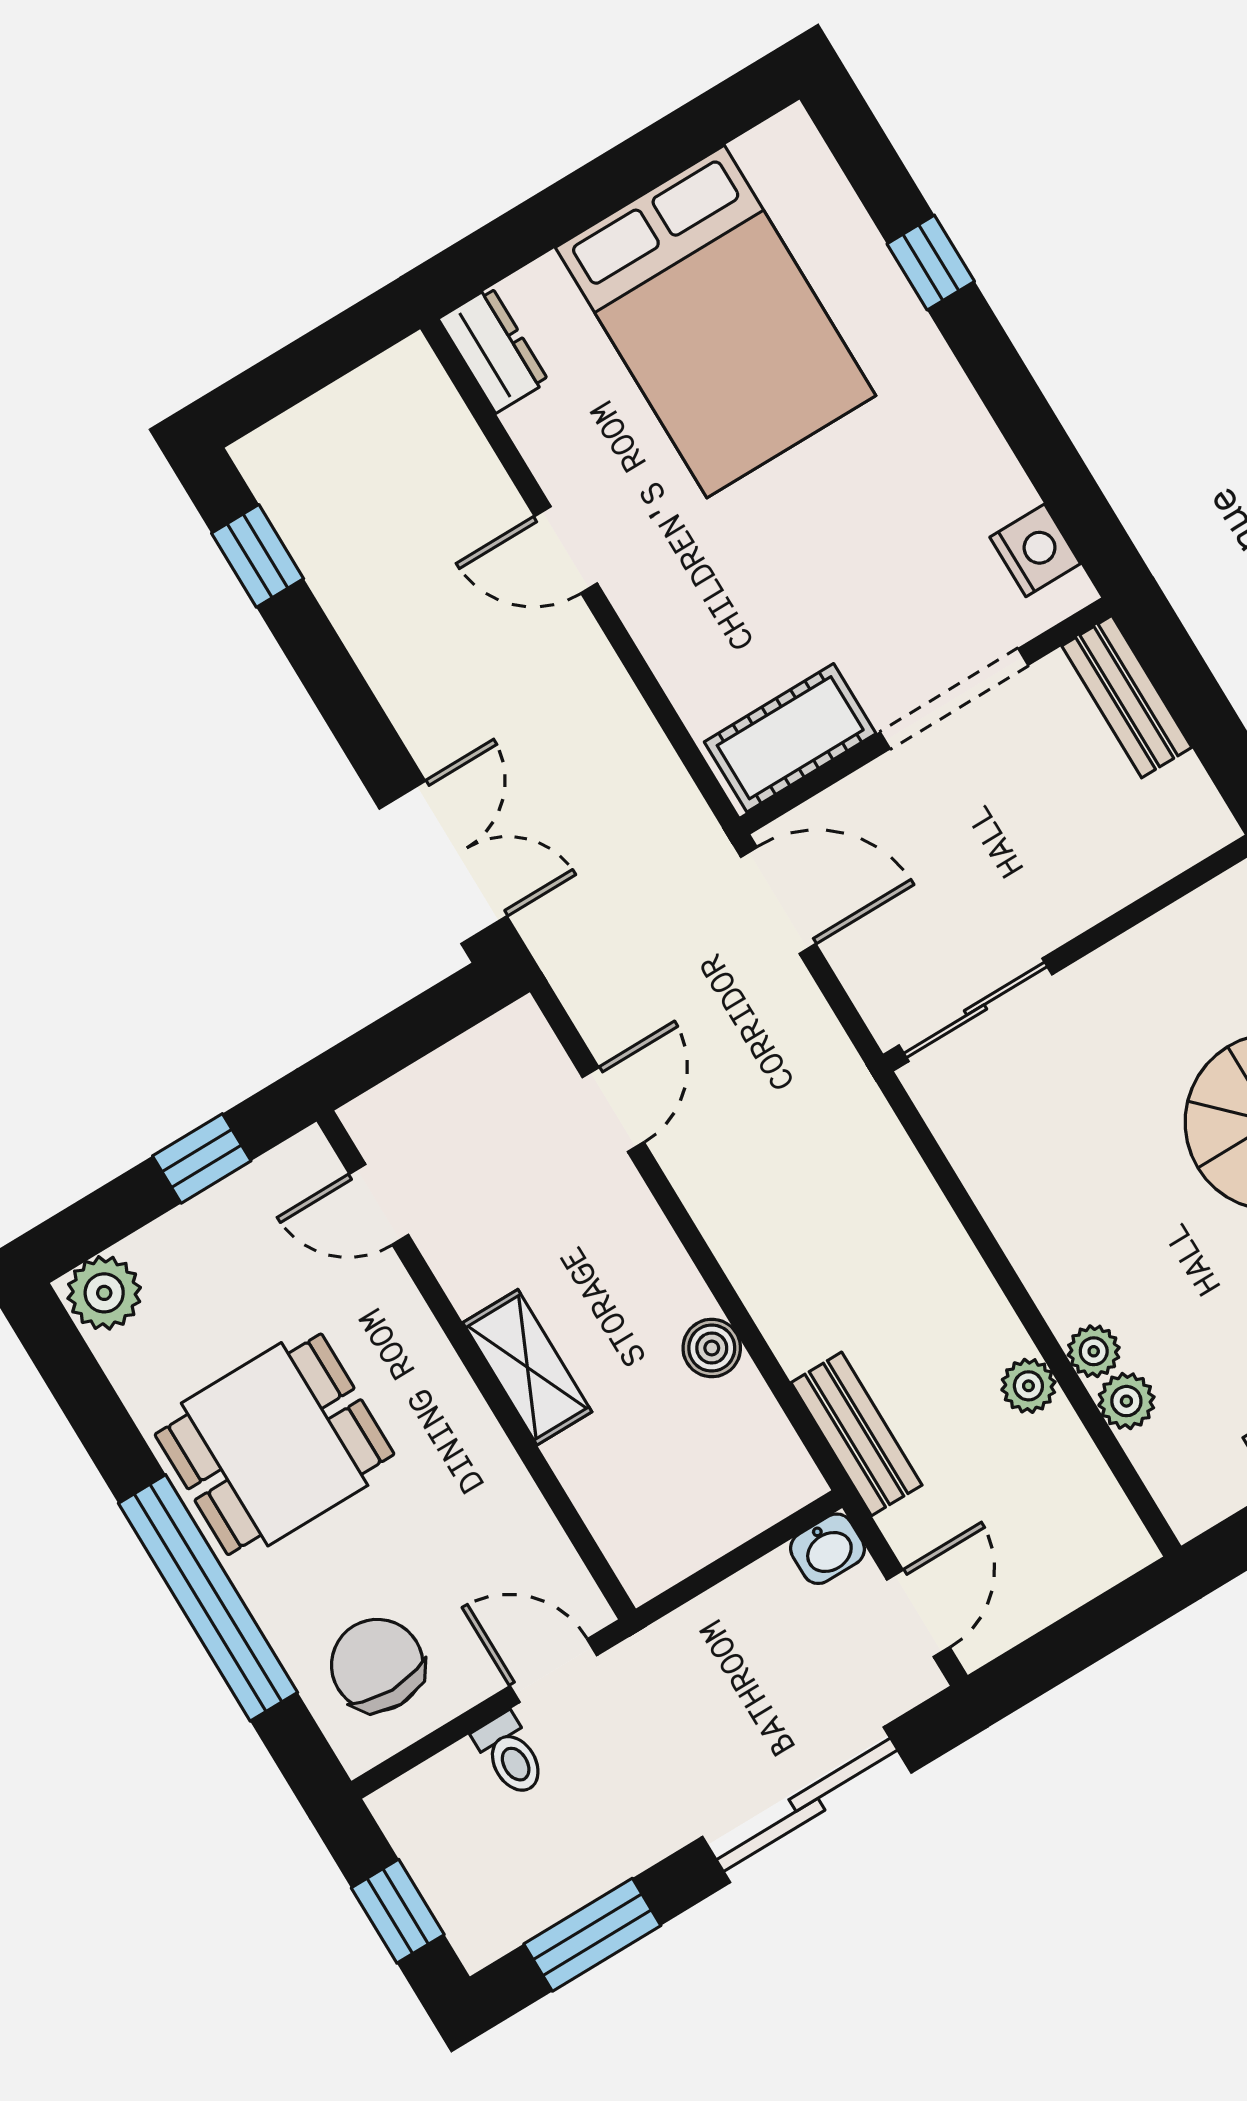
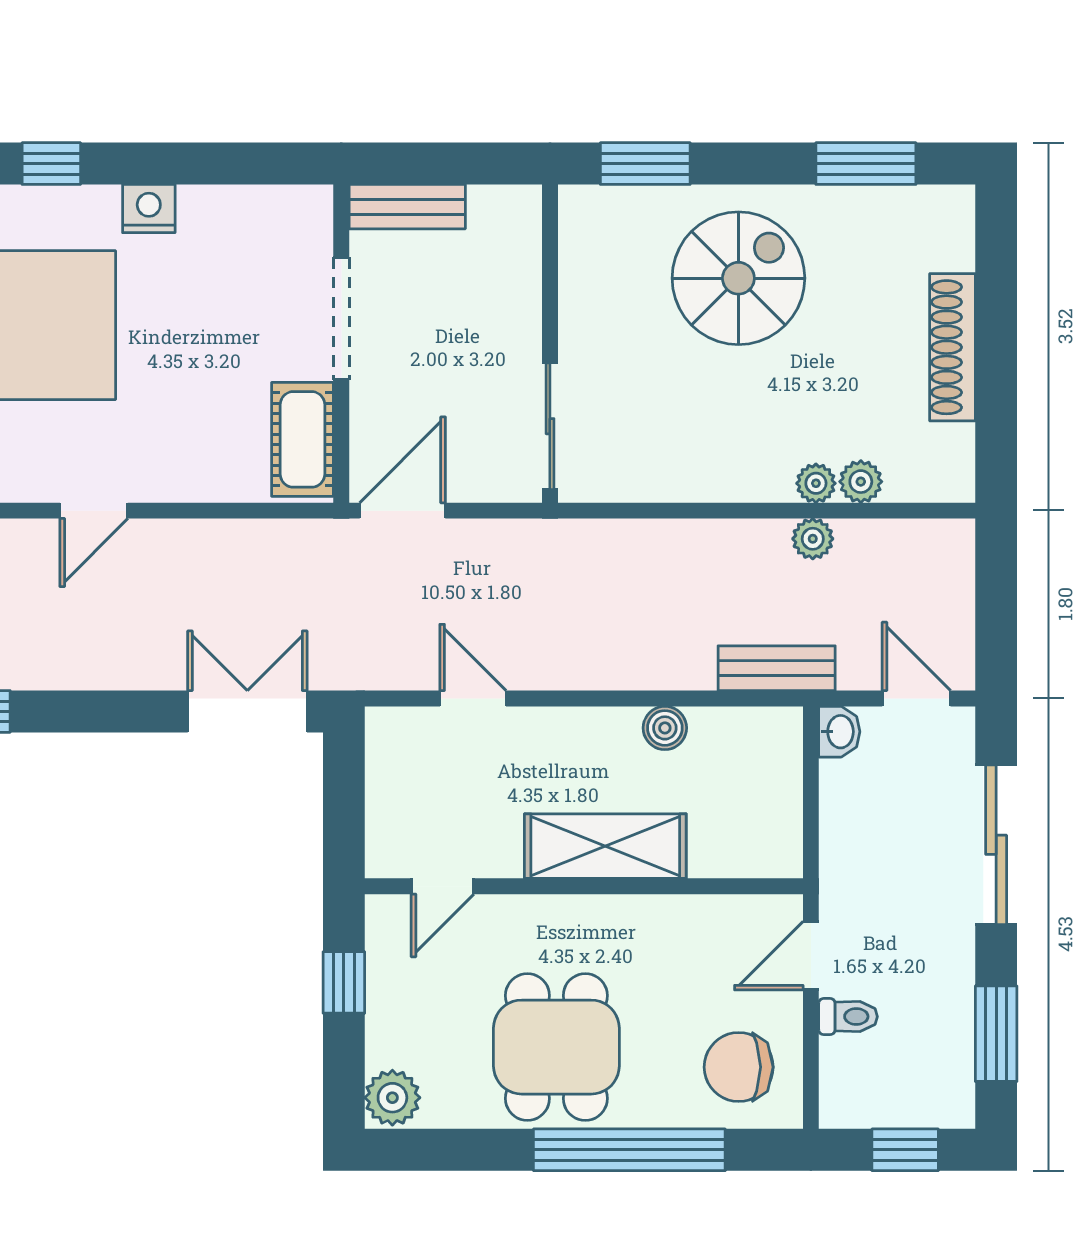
nightstand: (1035, 550) -> (149, 209), moved
shelving: (527, 1367) -> (605, 846), width x1.50, depth x1.33

